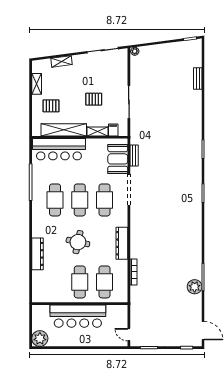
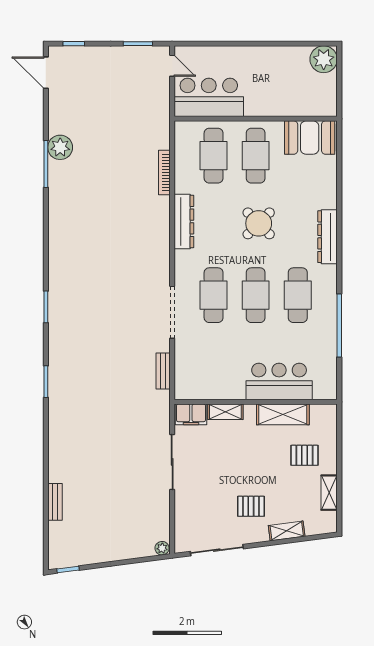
pallet: (94, 99) -> (251, 506), moved
shelving: (64, 130) -> (283, 414), width x0.68
filing cabinet: (113, 130) -> (191, 414), width x2.00
bar counter: (59, 149) -> (279, 381), width x0.73
booth: (118, 159) -> (310, 138), moved, turned 90
round table: (78, 242) -> (259, 223), turned 33
dresser: (38, 254) -> (328, 237), moved
bar counter: (78, 316) -> (209, 97), moved, width x0.73

